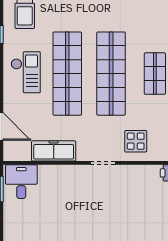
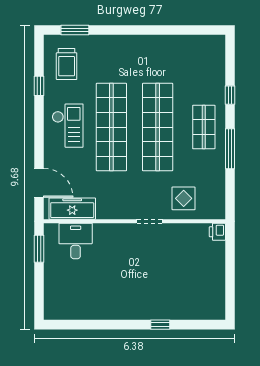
freezer: (54, 151) -> (72, 209), moved
desk: (21, 182) -> (76, 241), moved

